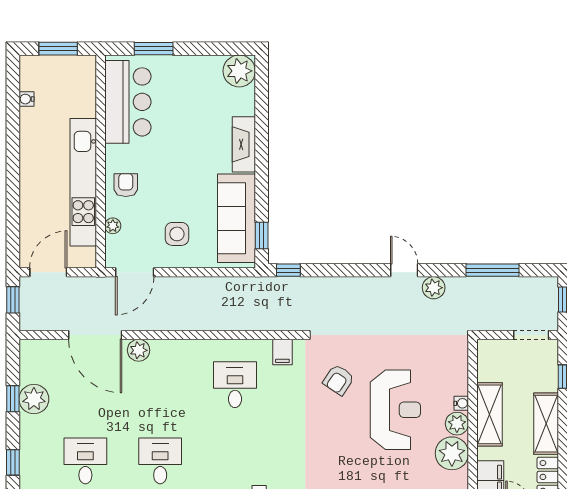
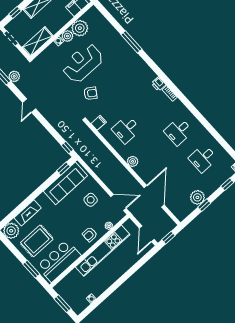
rug: (189, 96) -> (37, 241), added
fireplace: (244, 144) -> (28, 213), moved
door: (48, 272) -> (147, 234), hinge flipped
plant: (434, 288) -> (14, 76), moved
plant: (139, 350) -> (133, 161), moved
shelving: (489, 414) -> (38, 42), moved

